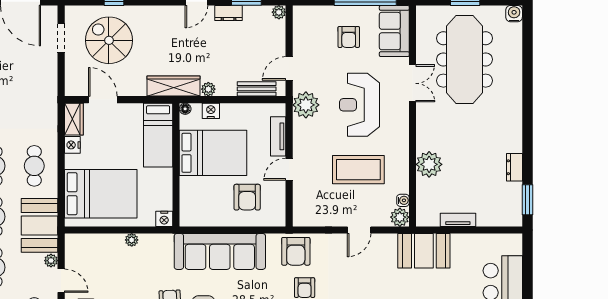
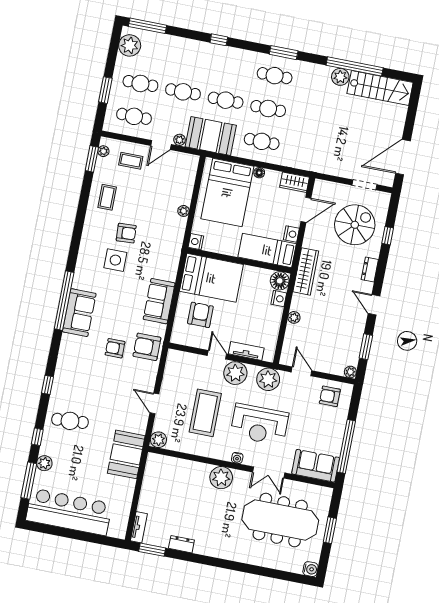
dresser: (229, 13) -> (370, 269), moved
armchair: (349, 37) -> (330, 396), moved
plant: (208, 89) -> (294, 317), moved
bench: (257, 89) -> (290, 341), removed
reception desk: (360, 105) -> (259, 424), turned 180
floor lamp: (185, 109) -> (280, 281), width x1.89, depth x1.89
plant: (306, 144) -> (235, 373), added
nightstand: (72, 145) -> (291, 234), moved, turned 90
bed: (213, 153) -> (211, 278), moved, turned -90
floor lamp: (71, 162) -> (259, 173), added
plant: (429, 164) -> (221, 478), moved
armchair: (247, 197) -> (200, 315), turned 90
water cooler: (403, 200) -> (237, 458), moved
tv unit: (458, 220) -> (139, 527), moved
sofa: (220, 251) -> (159, 301), width x0.54, depth x0.79

